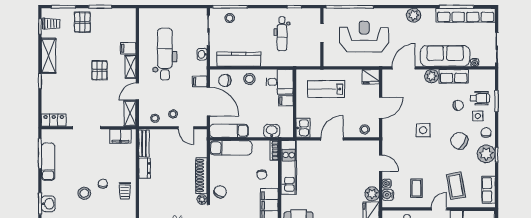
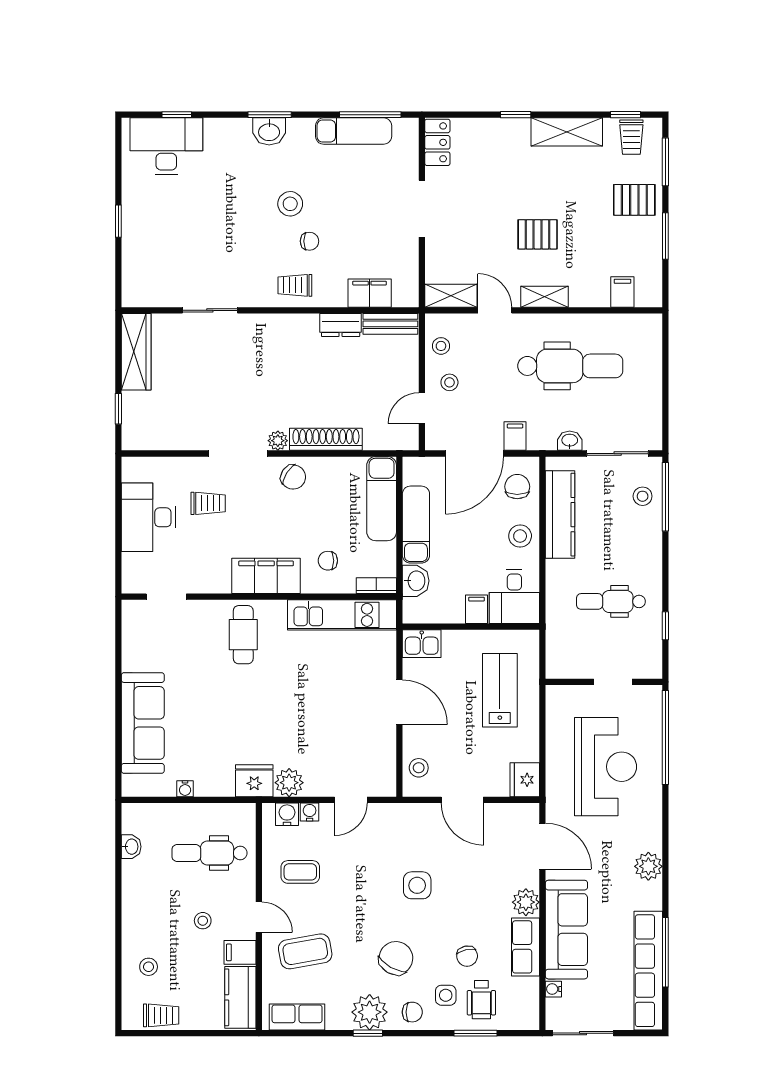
filing cabinet: (128, 48) -> (622, 292), moved
exam couch: (229, 131) -> (416, 525), moved
filing cabinet: (120, 136) -> (370, 293), moved, turned 90

